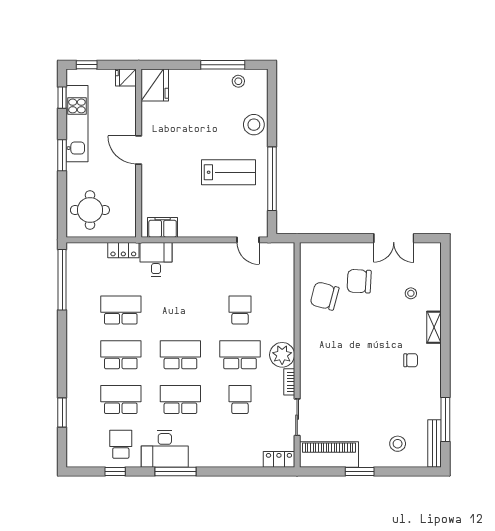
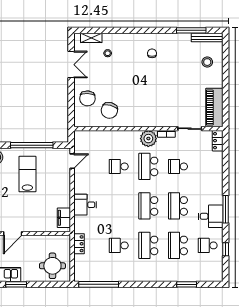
desk: (156, 259) -> (85, 205), moved
chair: (359, 281) -> (87, 98), moved
school desk: (121, 310) -> (119, 245), width x0.54
shelving: (434, 327) -> (91, 38), moved
desk: (165, 449) -> (211, 216), width x0.73
window: (360, 471) -> (226, 87), removed

